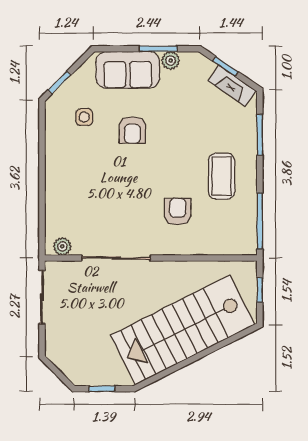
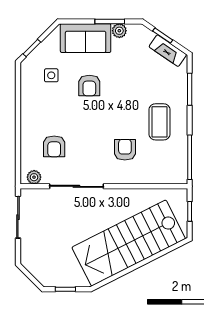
armchair: (88, 207) -> (54, 146), added

